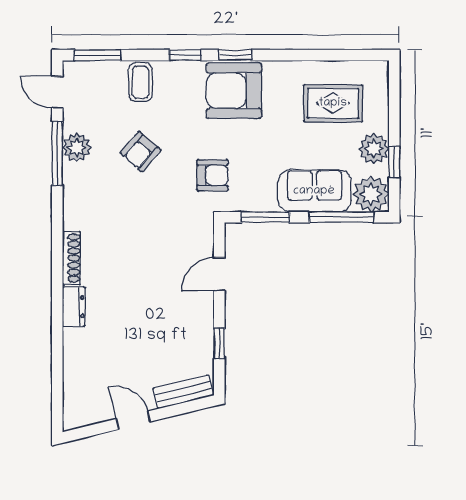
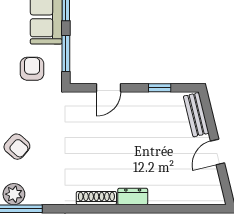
armchair: (212, 175) -> (32, 69), moved
door: (219, 274) -> (109, 88), hinge flipped

